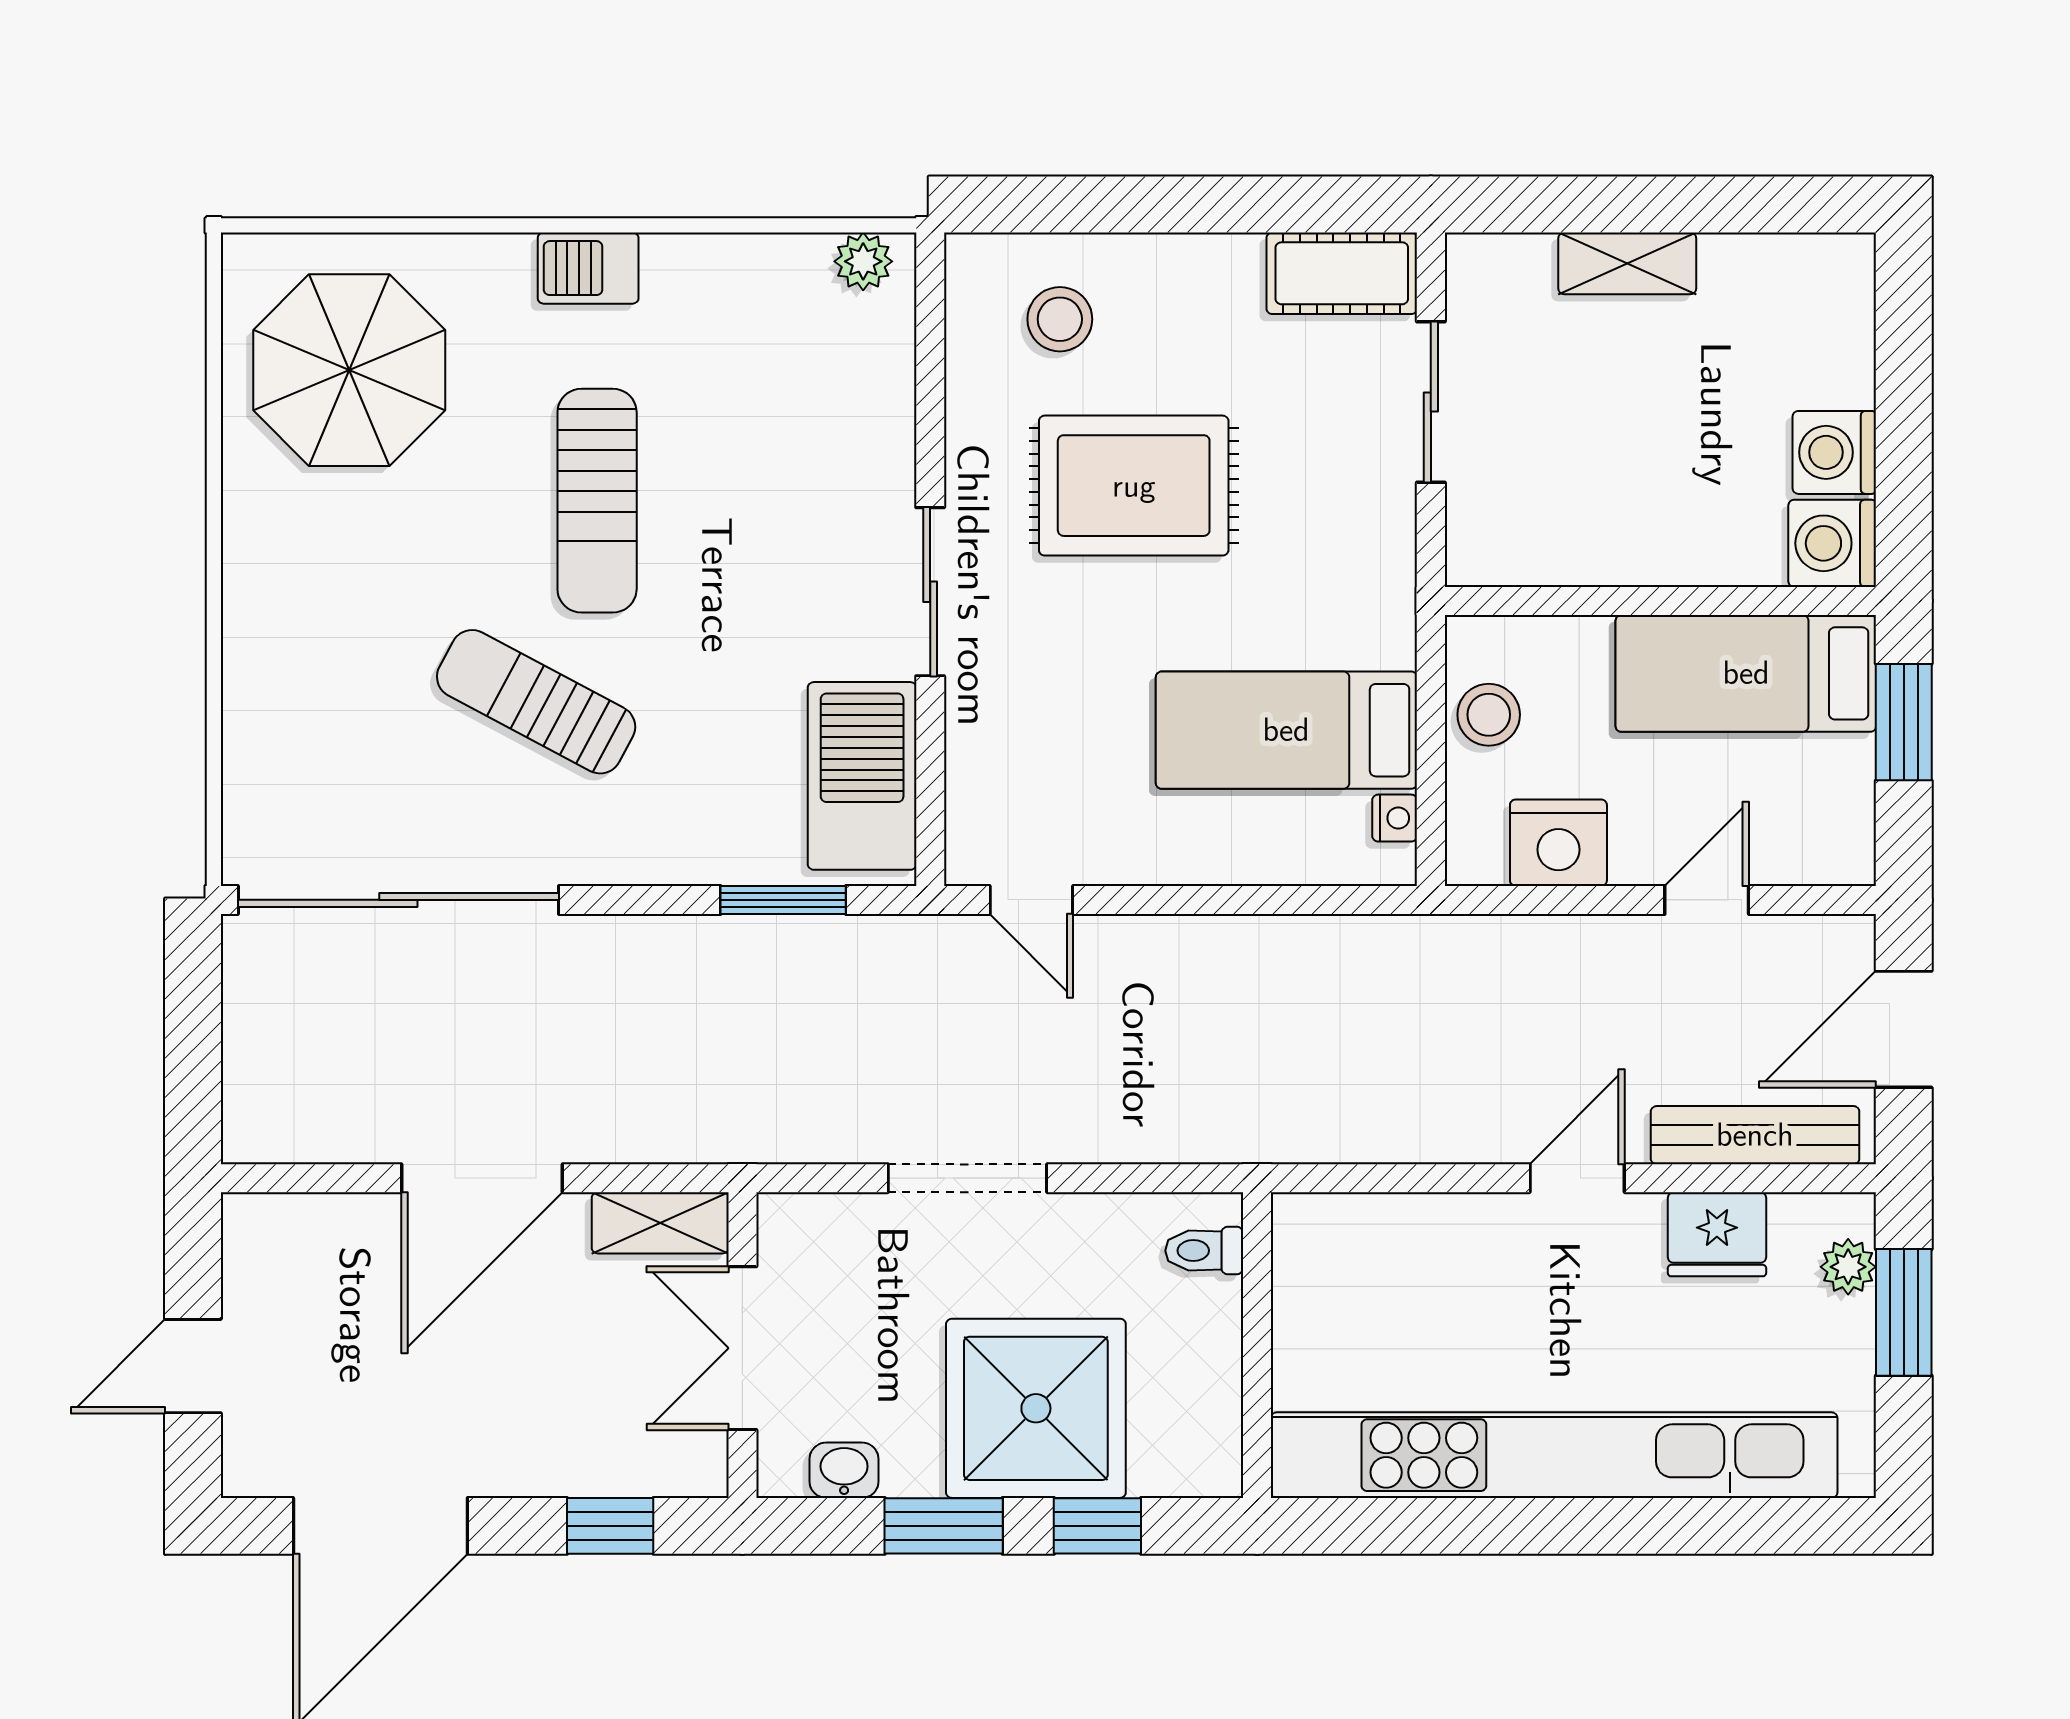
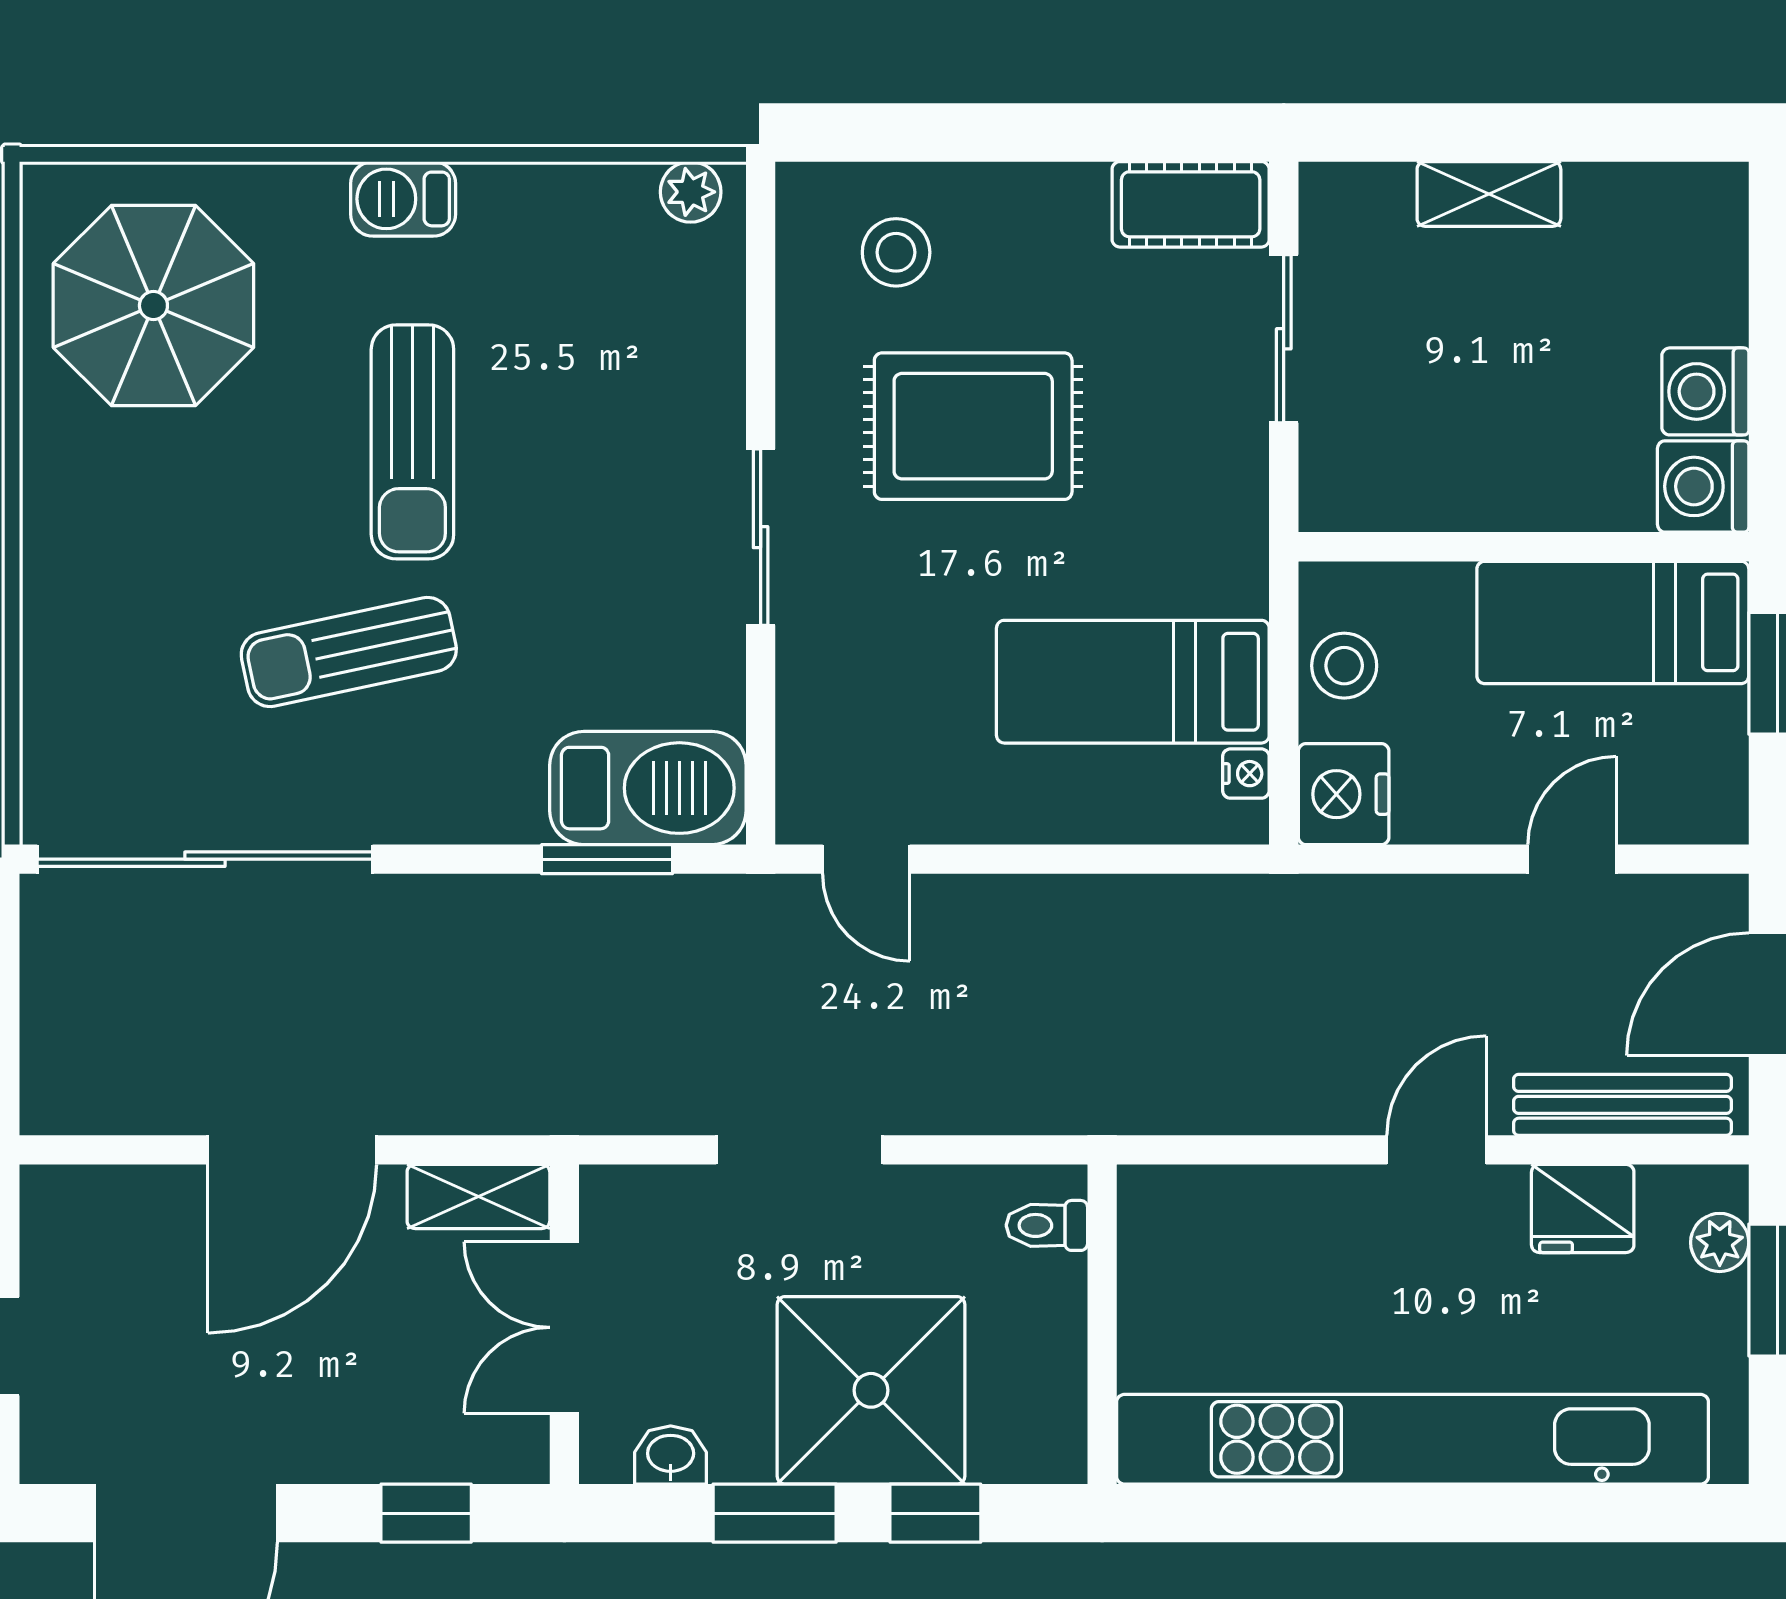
sun lounger: (536, 702) -> (349, 652), turned -40
barbecue: (862, 776) -> (648, 788), moved, turned 90
nightstand: (1558, 843) -> (1344, 794), moved, turned 90

